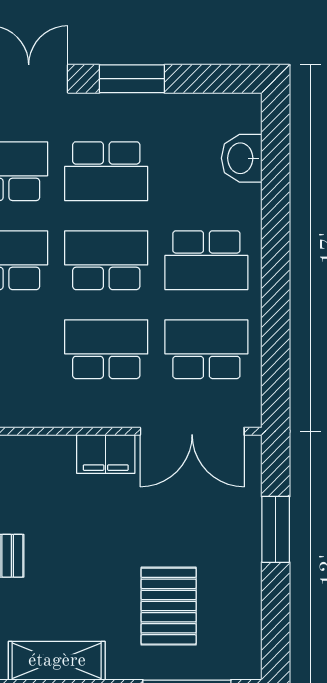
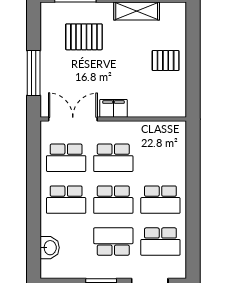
school desk: (206, 260) -> (66, 200), turned 180
window: (276, 529) -> (34, 73), width x1.44
pallet: (169, 606) -> (84, 37), turned 90

